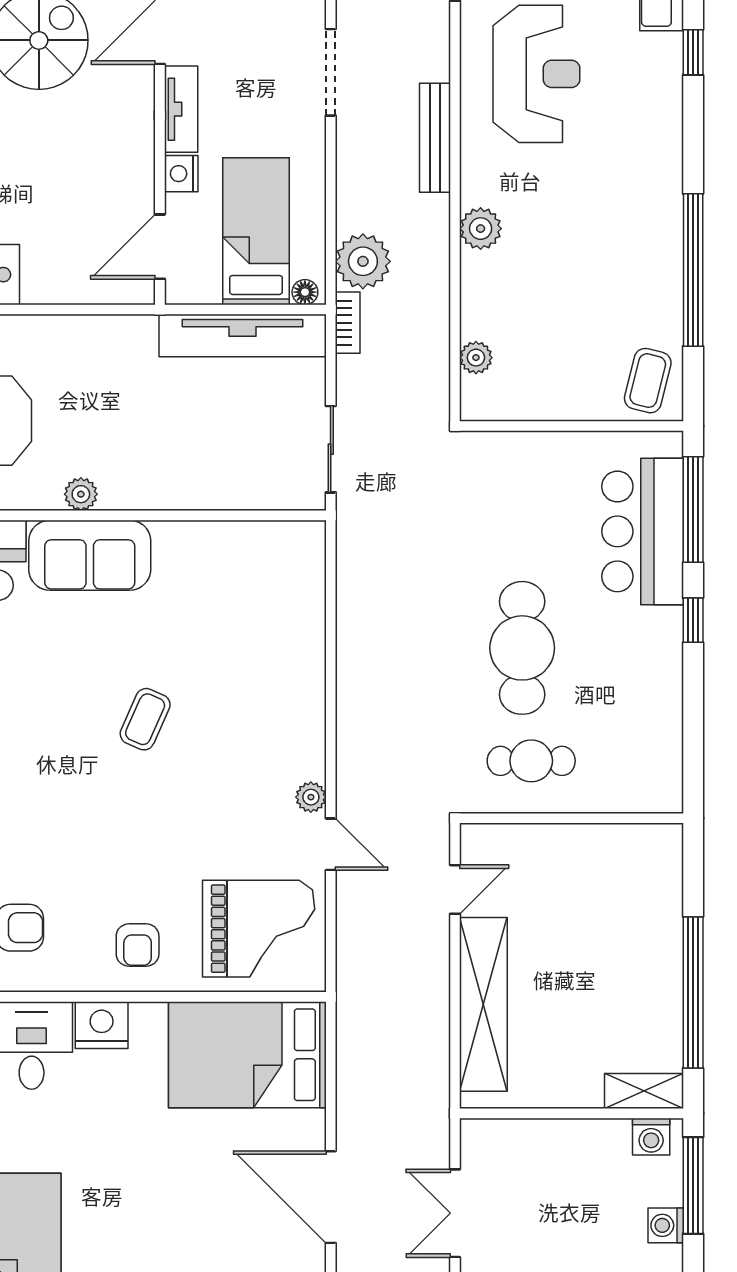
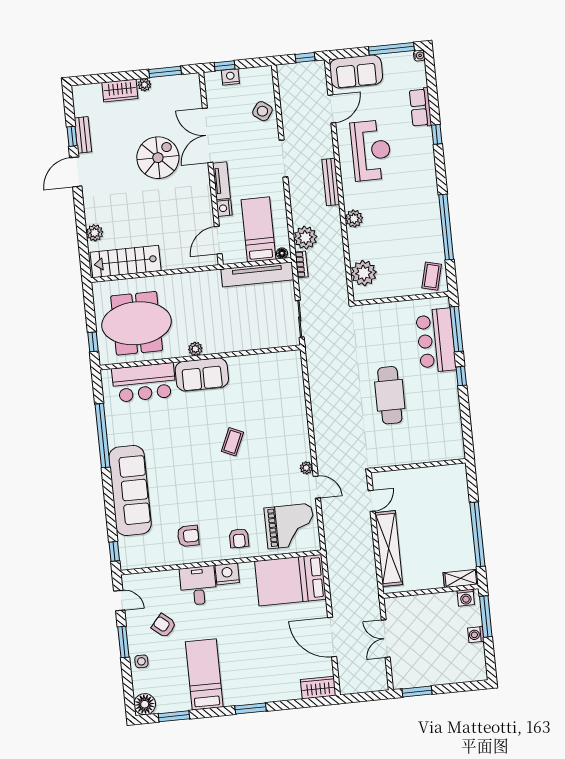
plant: (476, 358) -> (364, 273), width x1.88, depth x1.88
cafe table: (531, 761) -> (399, 443), removed

